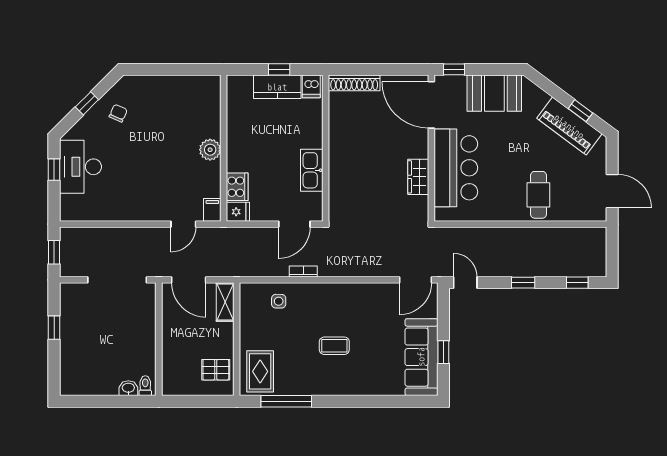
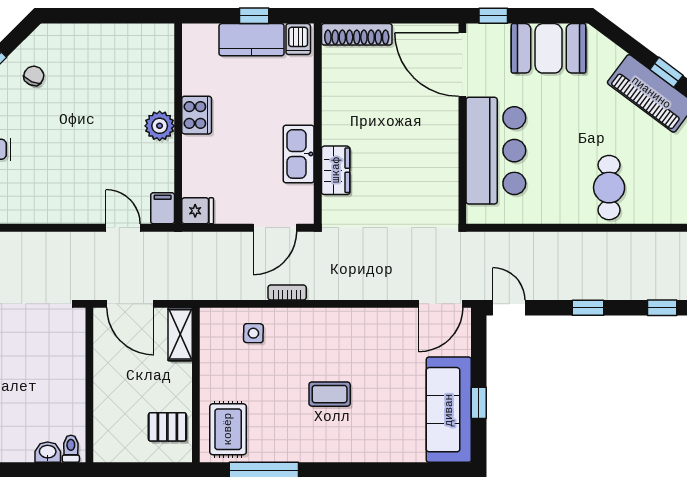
wardrobe: (418, 177) -> (336, 170), moved, turned 180
cooker: (237, 187) -> (197, 115), moved
door: (183, 224) -> (123, 228), swing flipped

